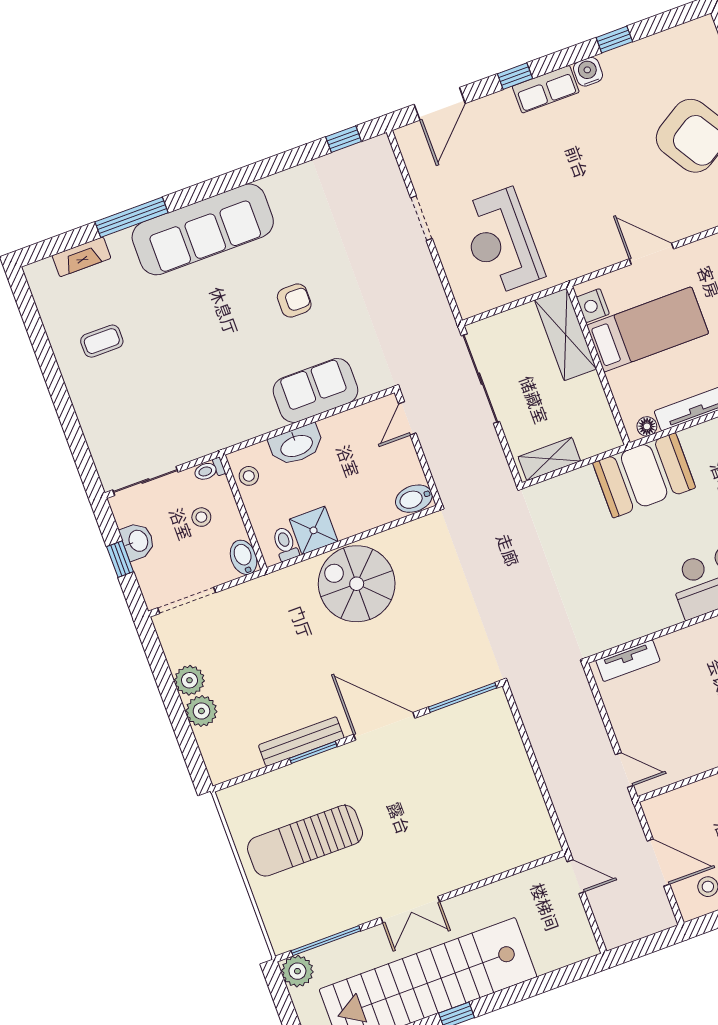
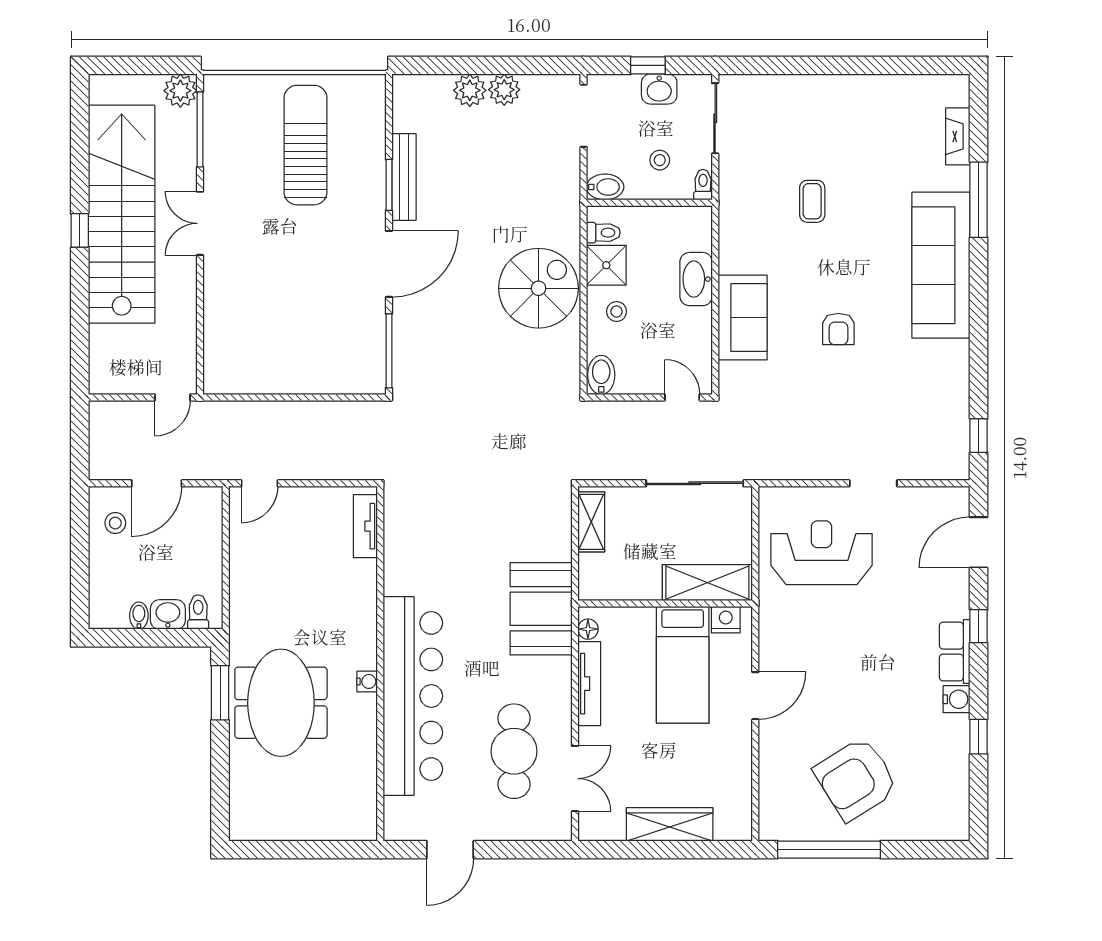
door: (440, 104) -> (979, 542), hinge flipped
coffee table: (102, 341) -> (812, 201), moved
stool: (249, 476) -> (617, 312), moved

